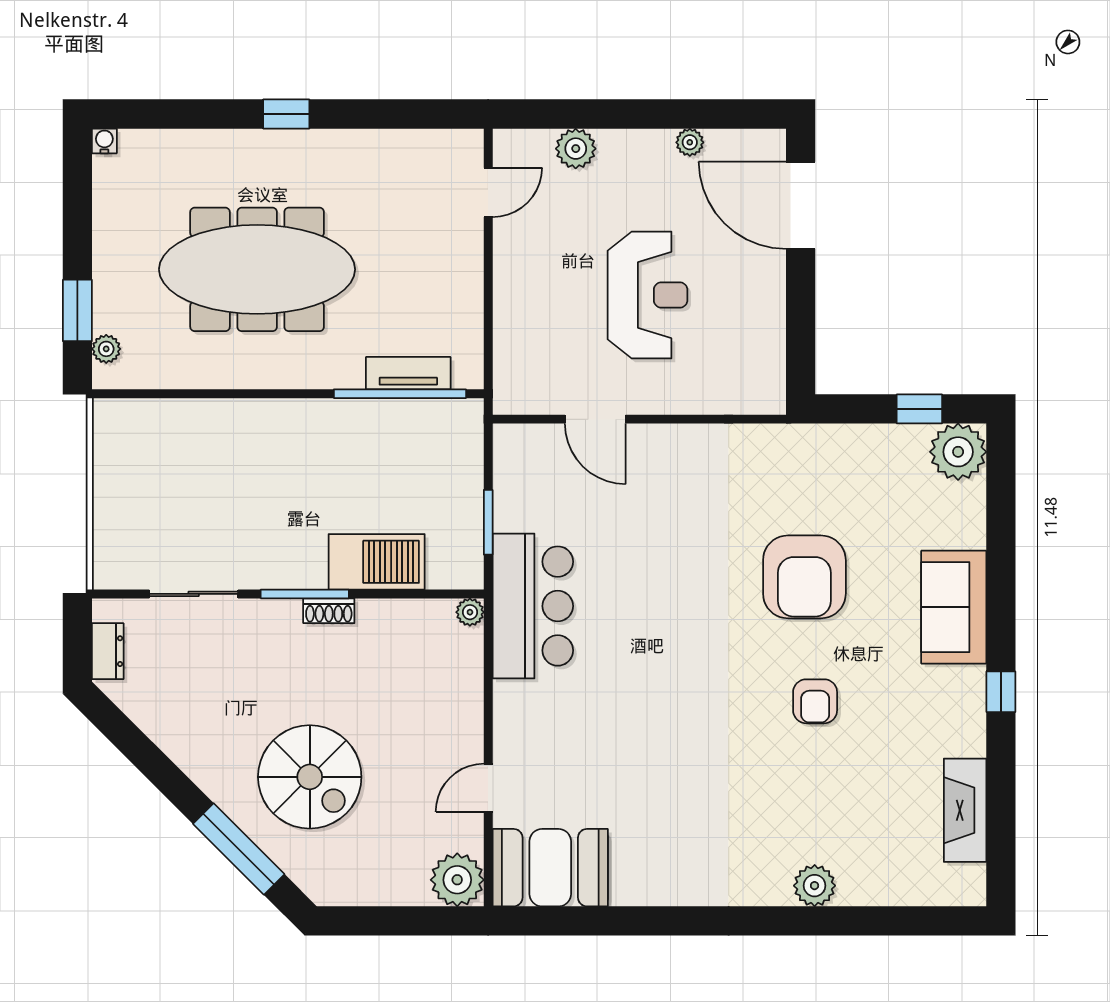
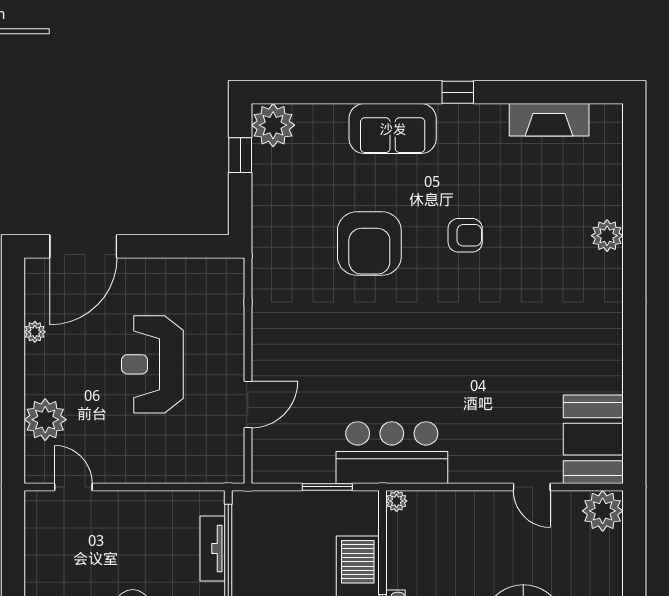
plant: (576, 149) -> (45, 420), width x1.36, depth x1.36
reception desk: (647, 295) -> (152, 364), turned -90
armchair: (804, 577) -> (369, 244), turned 90

